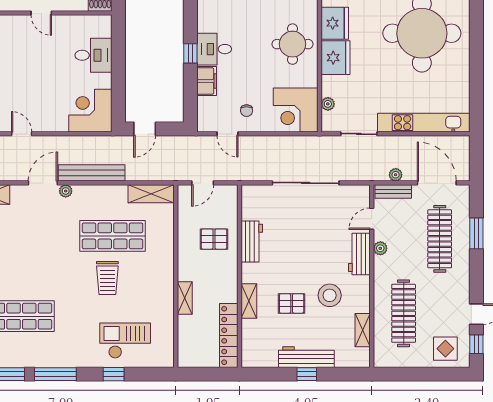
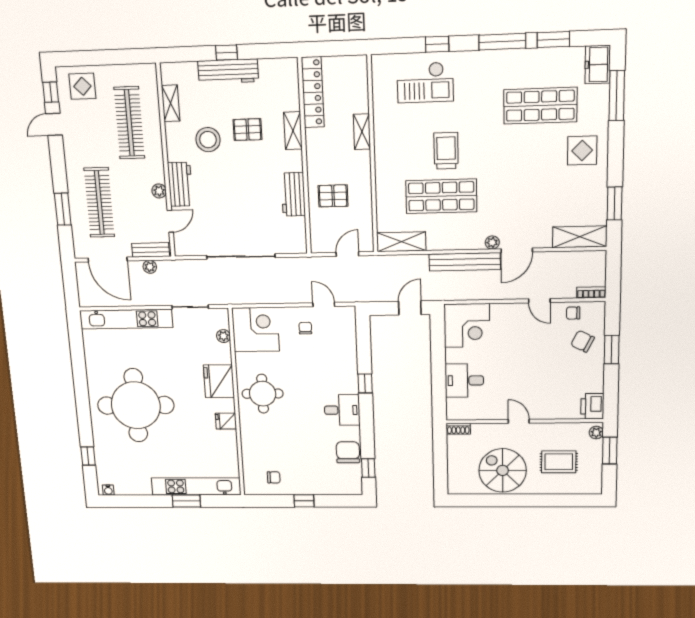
fridge: (335, 23) -> (226, 421), width x0.53, depth x0.75
desk: (214, 49) -> (342, 410), moved
filing cabinet: (207, 81) -> (347, 357), removed

